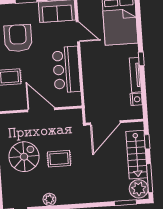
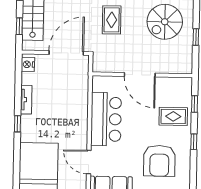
tv unit: (135, 75) -> (26, 100), width x0.71
nightstand: (136, 99) -> (28, 64), moved
rug: (59, 159) -> (112, 20), moved, turned 90

